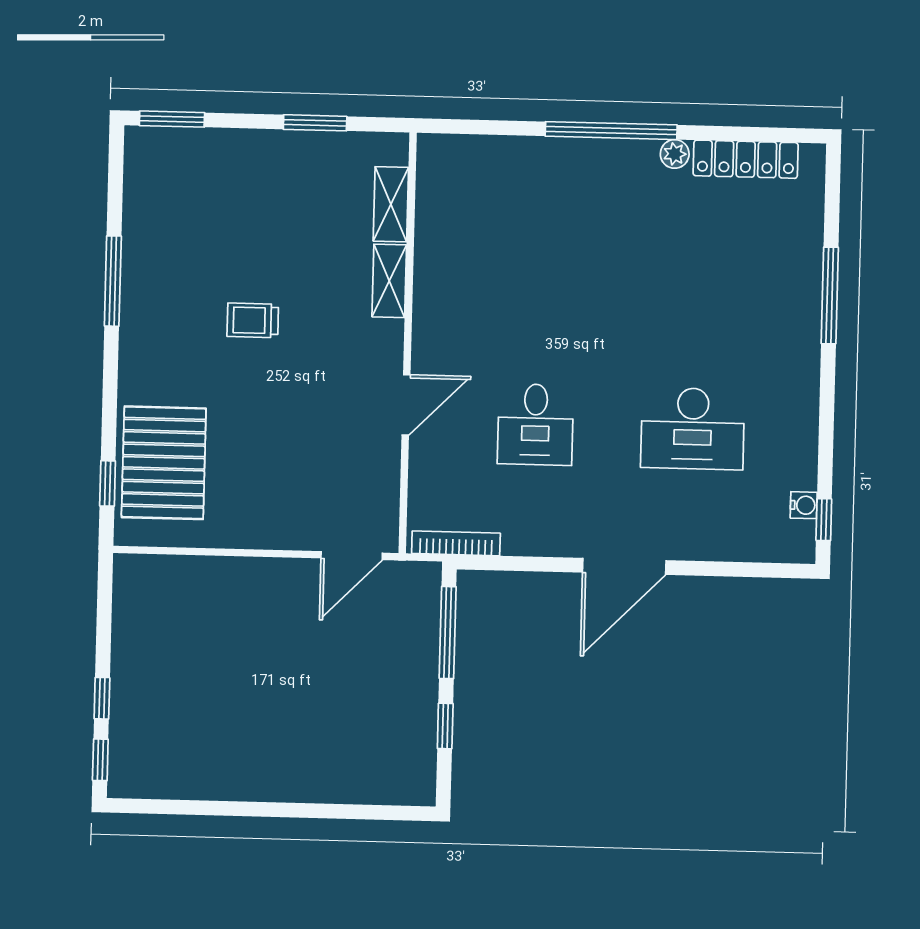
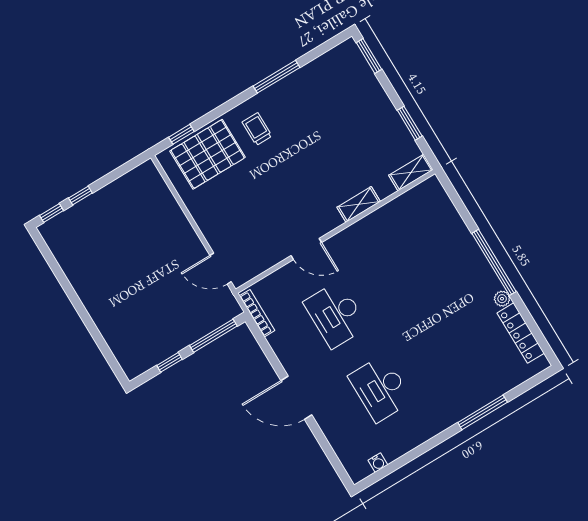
shelving: (391, 204) -> (411, 172), moved
trolley: (253, 320) -> (257, 129), moved
desk: (535, 424) -> (336, 315), width x1.37
window: (824, 520) -> (377, 476), removed

